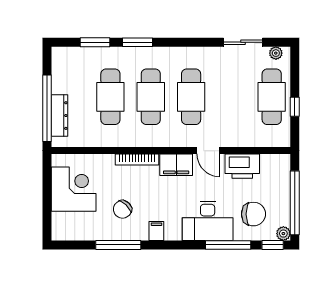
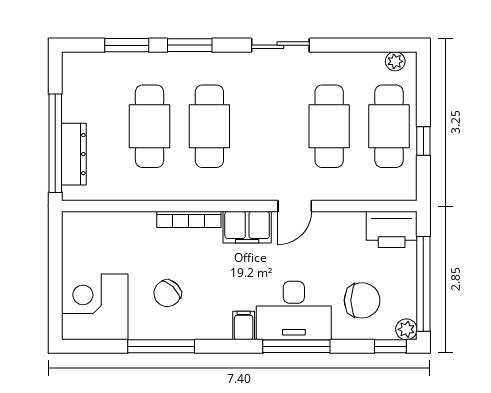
sliding door: (243, 42) -> (280, 45), moved
cafe table: (191, 97) -> (329, 126), moved
door: (208, 151) -> (295, 206), hinge flipped
printer: (242, 166) -> (392, 229), moved
corner desk: (74, 189) -> (95, 307), moved, turned -90
filing cabinet: (156, 231) -> (244, 325), moved
window: (228, 245) -> (296, 346), moved

